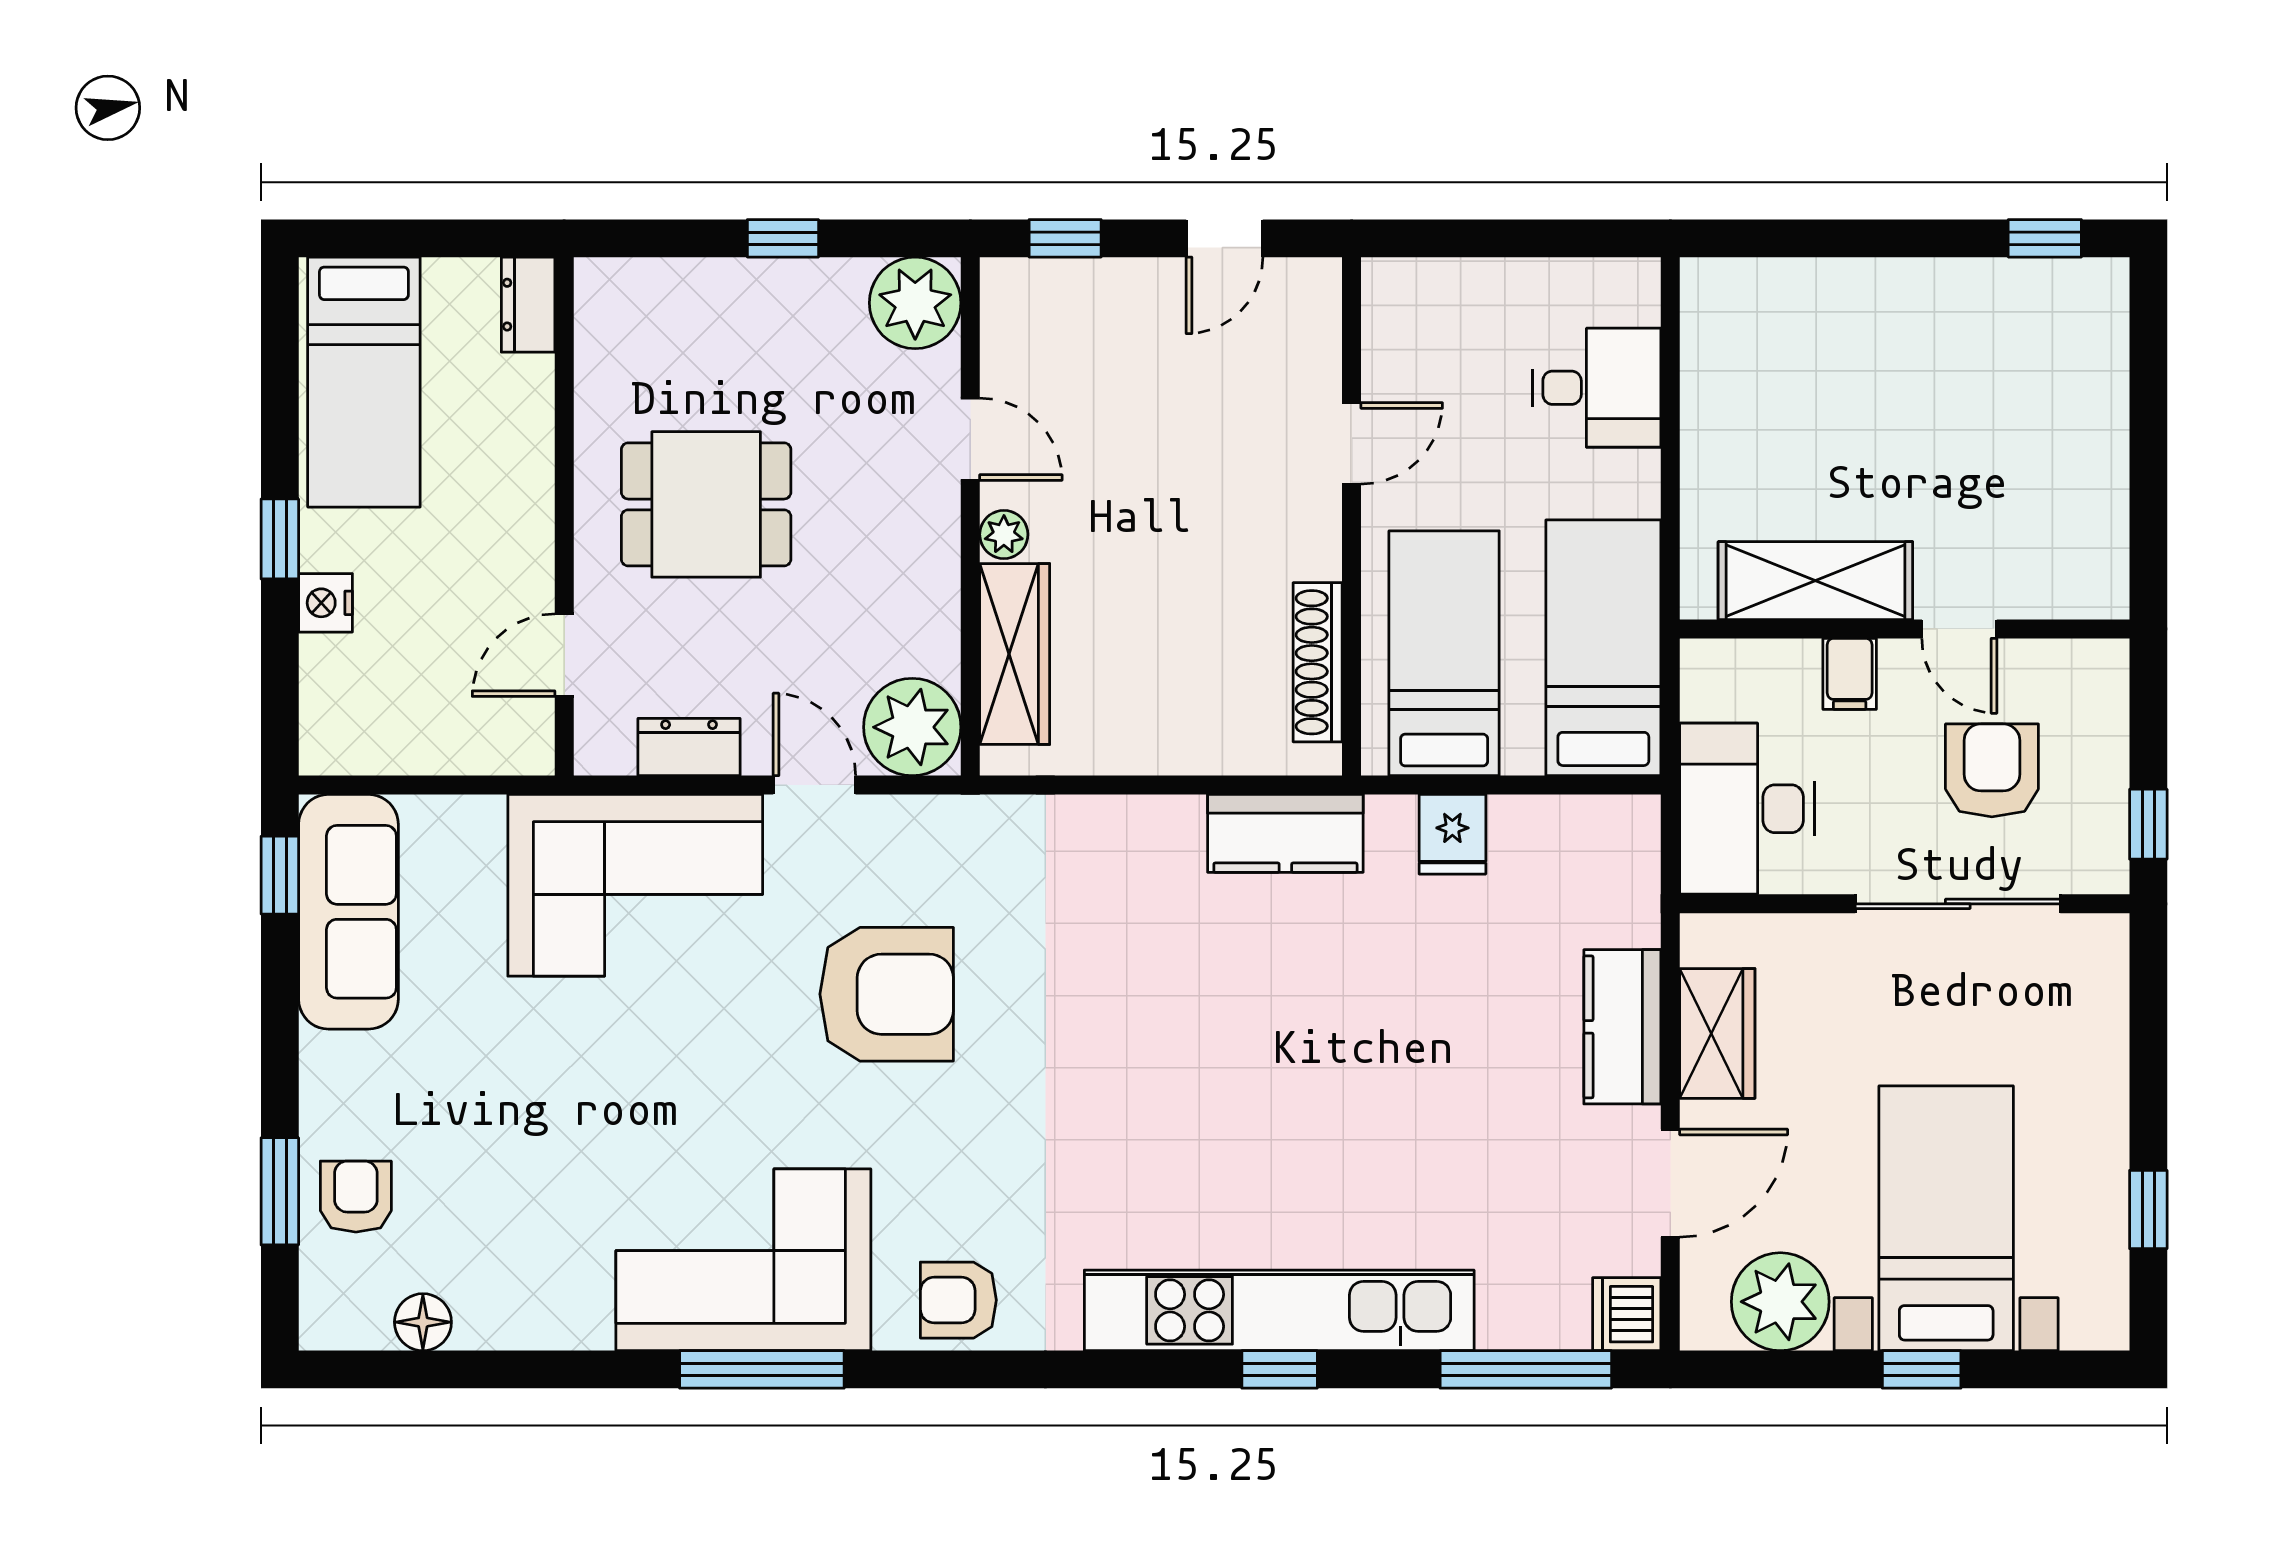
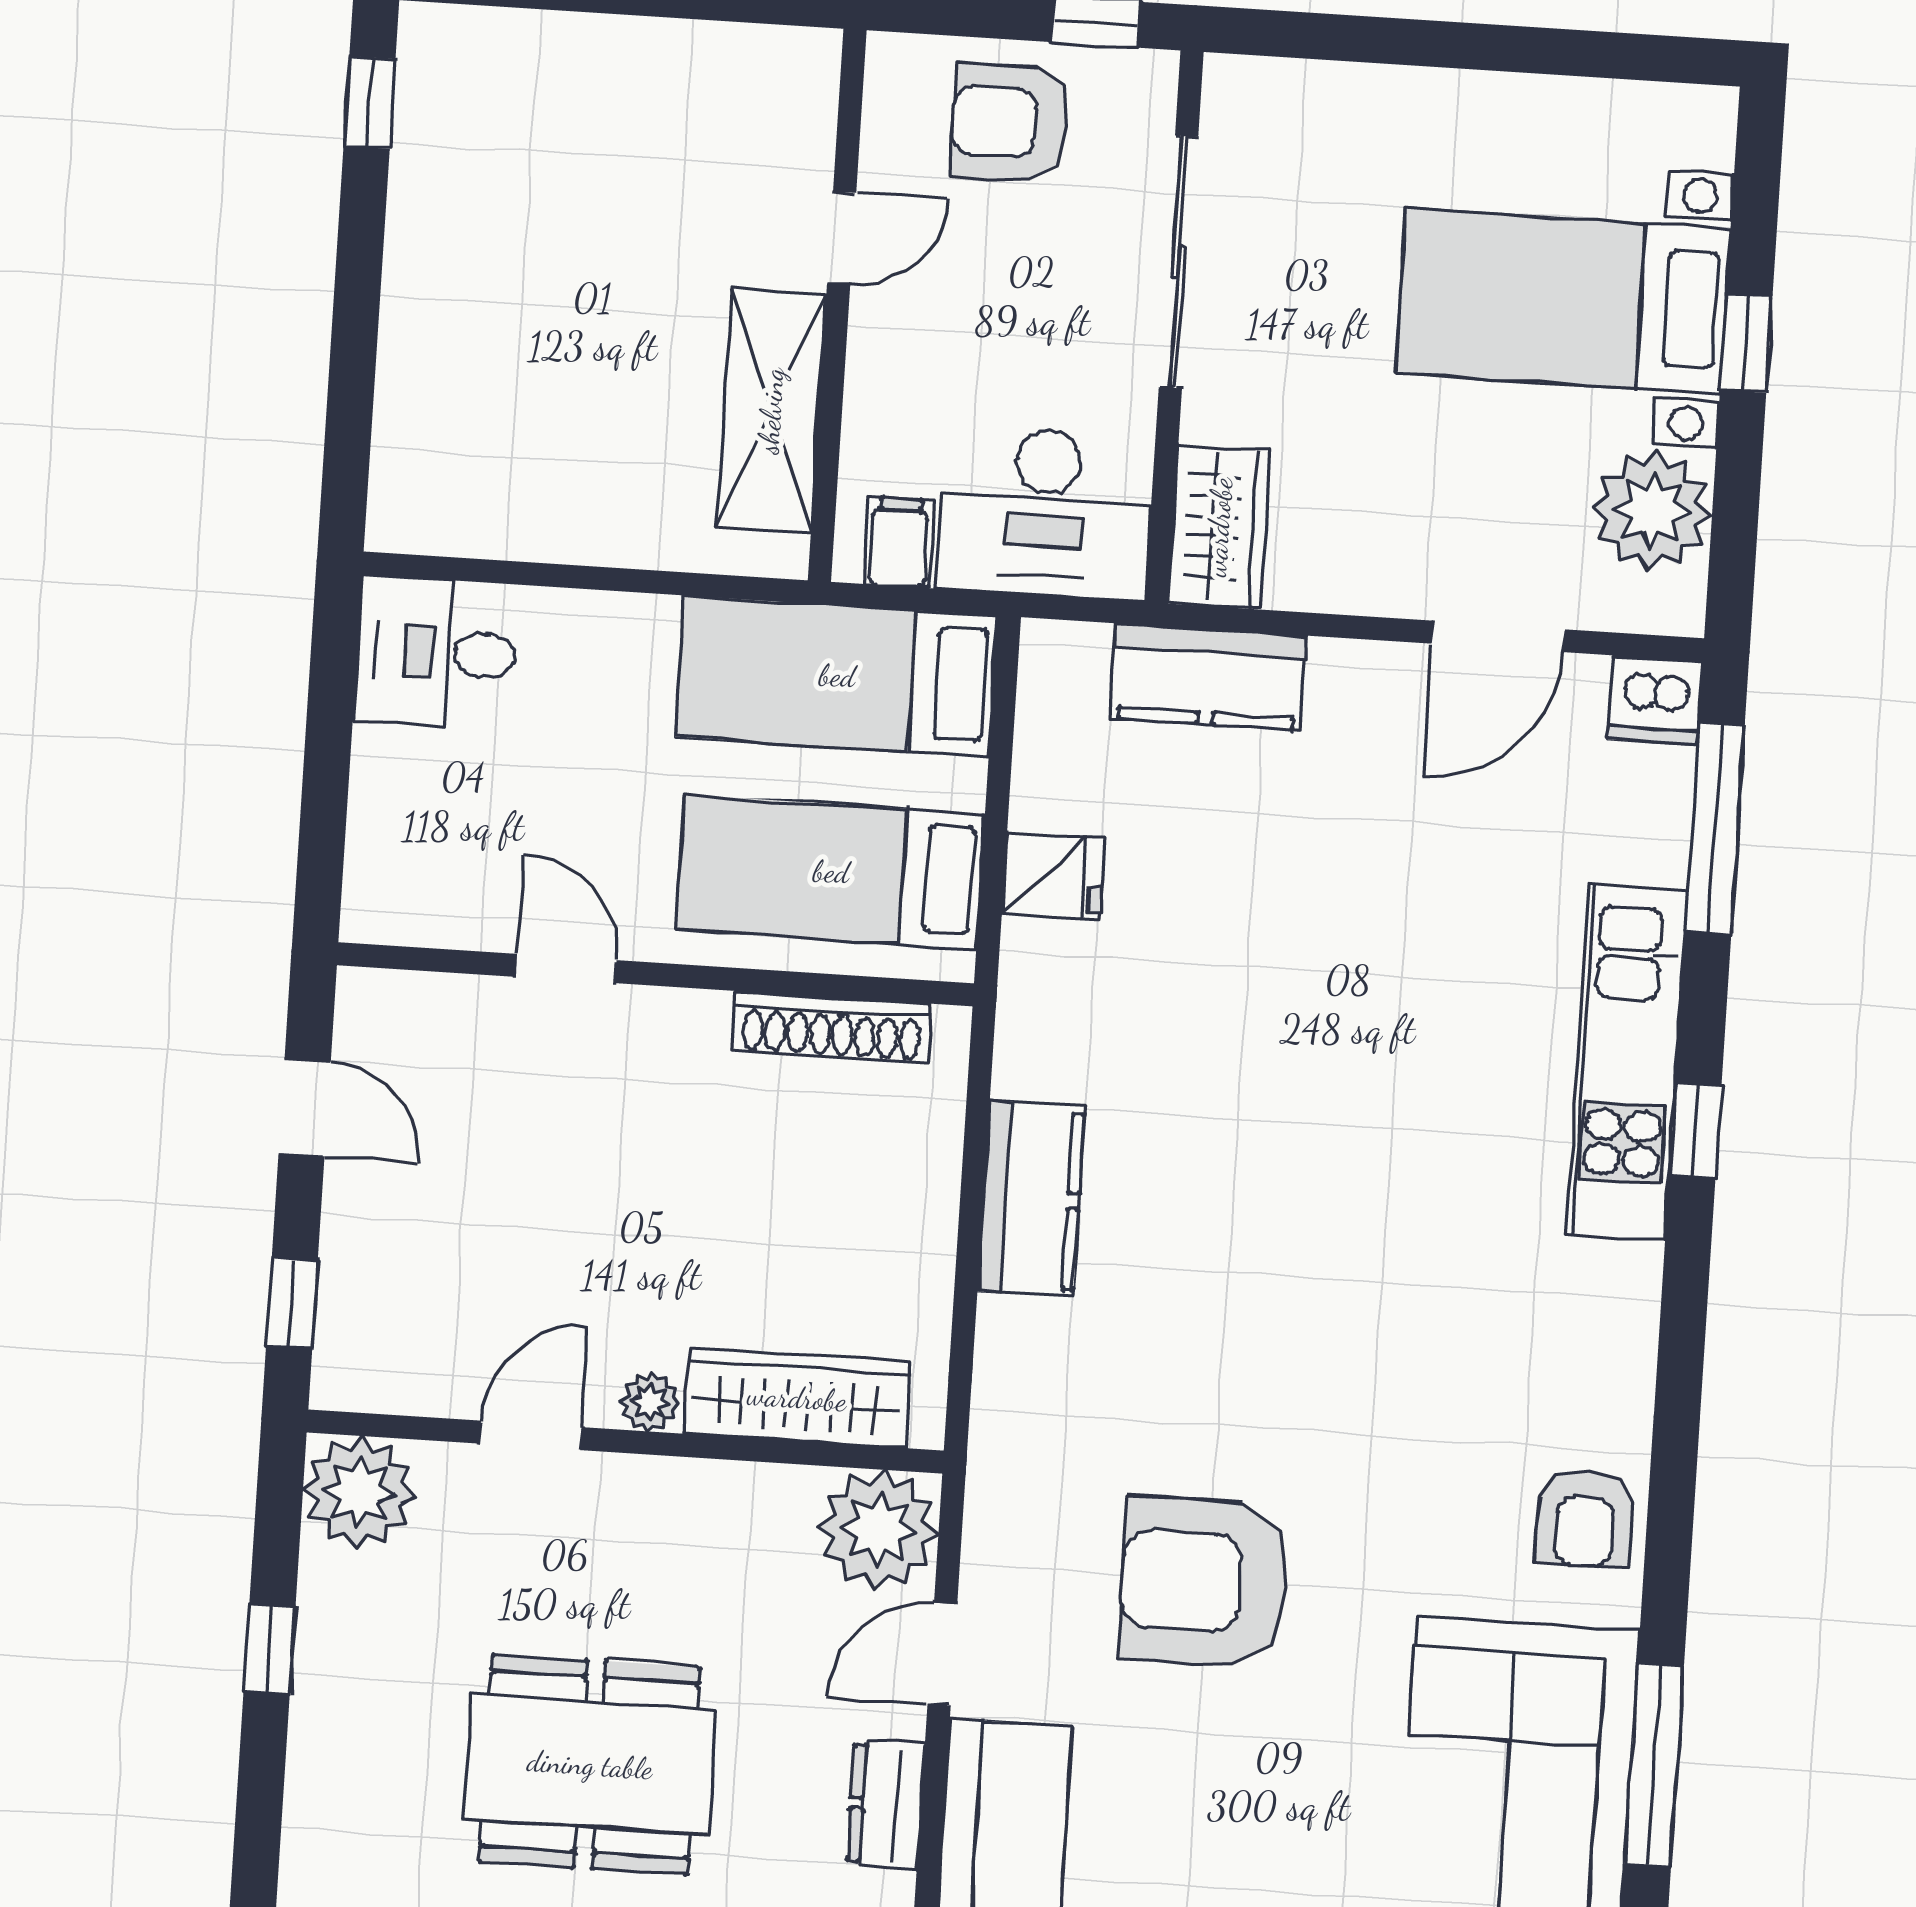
desk: (1597, 388) -> (436, 653), moved, turned -90
dining table: (706, 504) -> (590, 1765), width x1.38
filing cabinet: (1850, 674) -> (899, 542), moved, turned -90
armchair: (1992, 770) -> (1010, 123), moved
kitchen counter: (1285, 833) -> (1031, 1199), moved
armchair: (887, 994) -> (1204, 1582), turned -90
kitchen counter: (1622, 1027) -> (1208, 677), moved
wardrobe: (1717, 1033) -> (1219, 527), moved, turned 90
door: (1670, 1183) -> (1498, 636), swing flipped
window: (2148, 1210) -> (1568, 53), removed
kitchen unit: (1279, 1310) -> (1627, 1062), width x0.73

